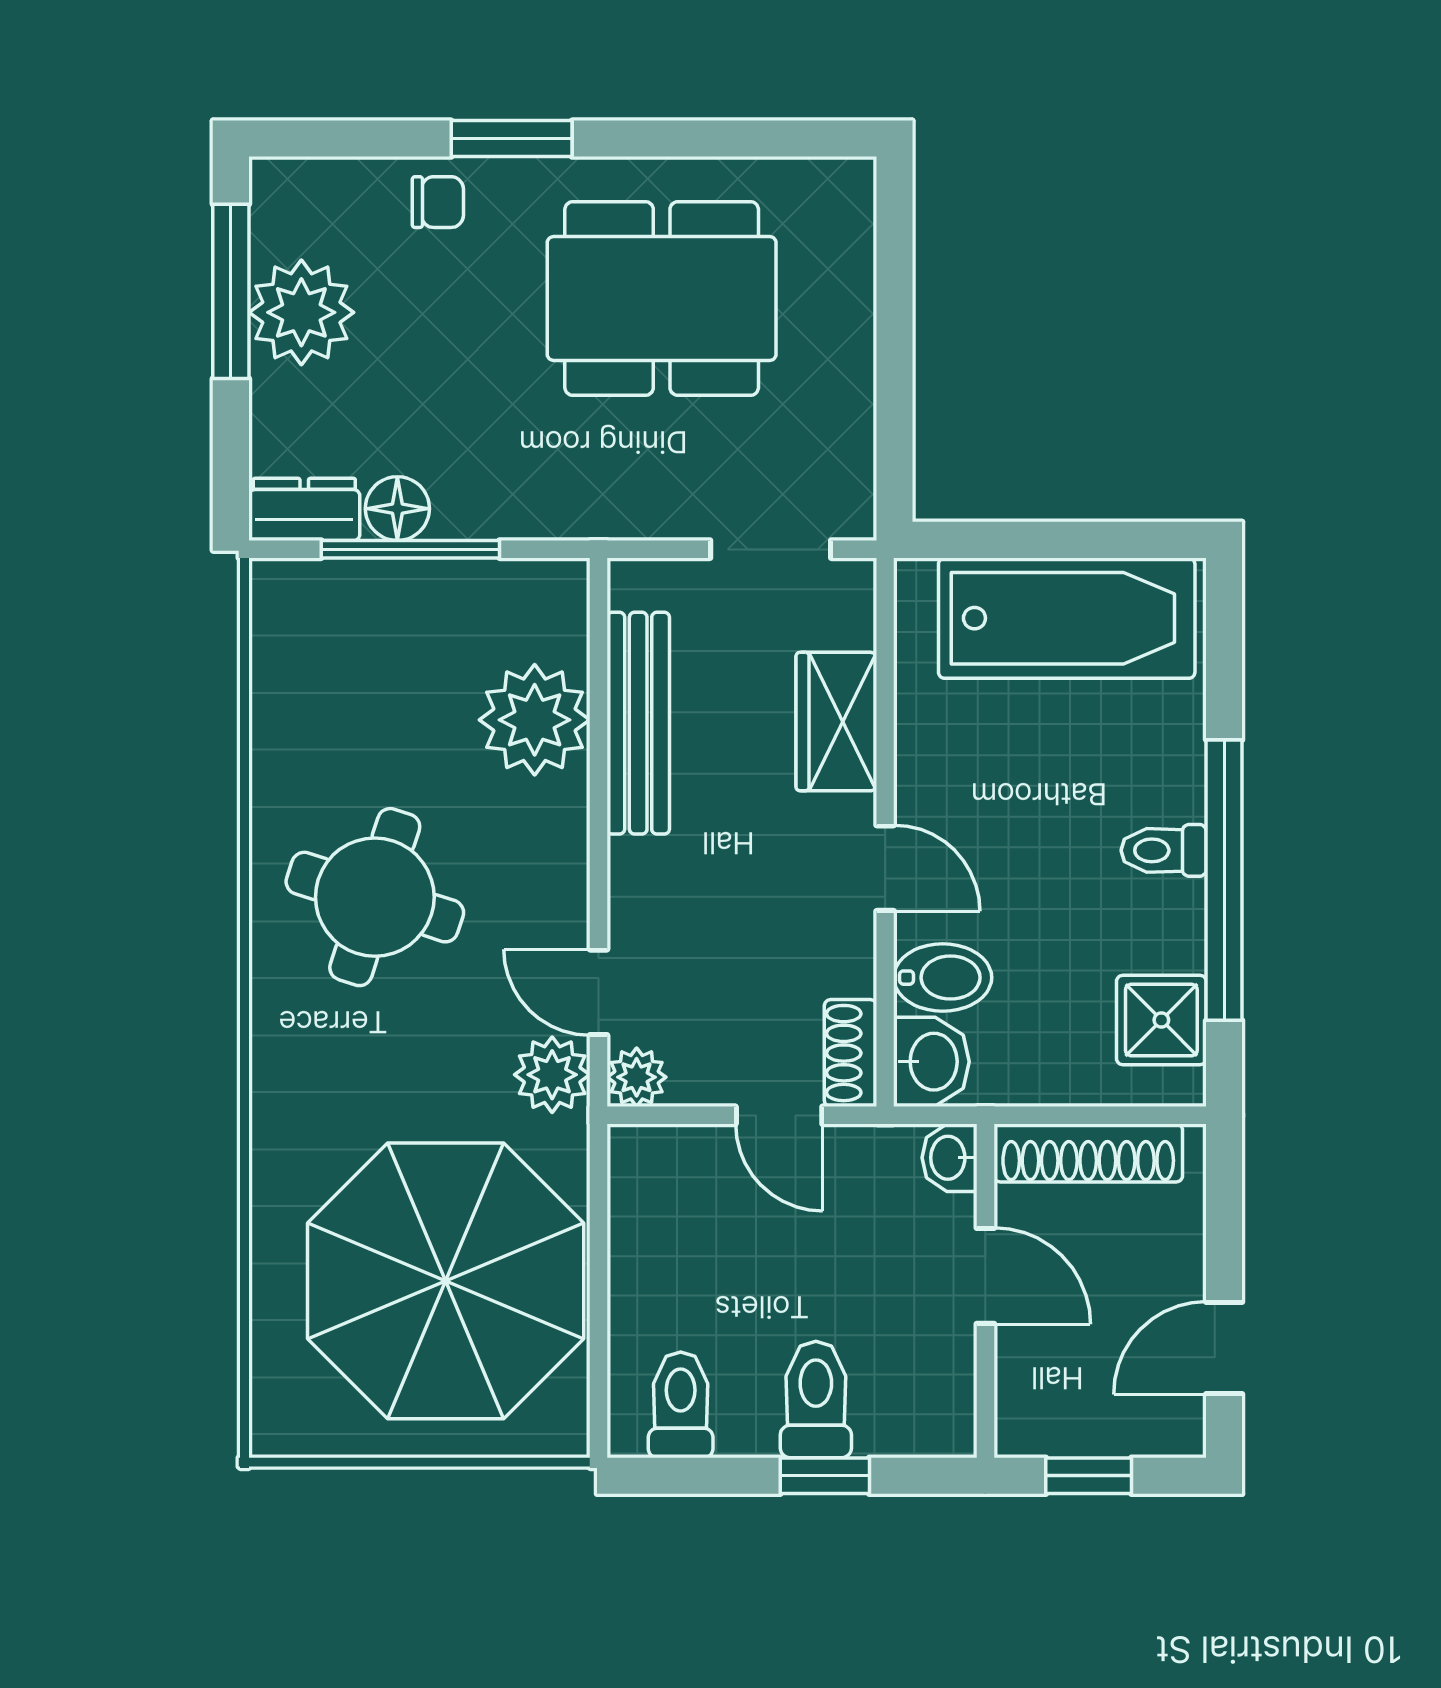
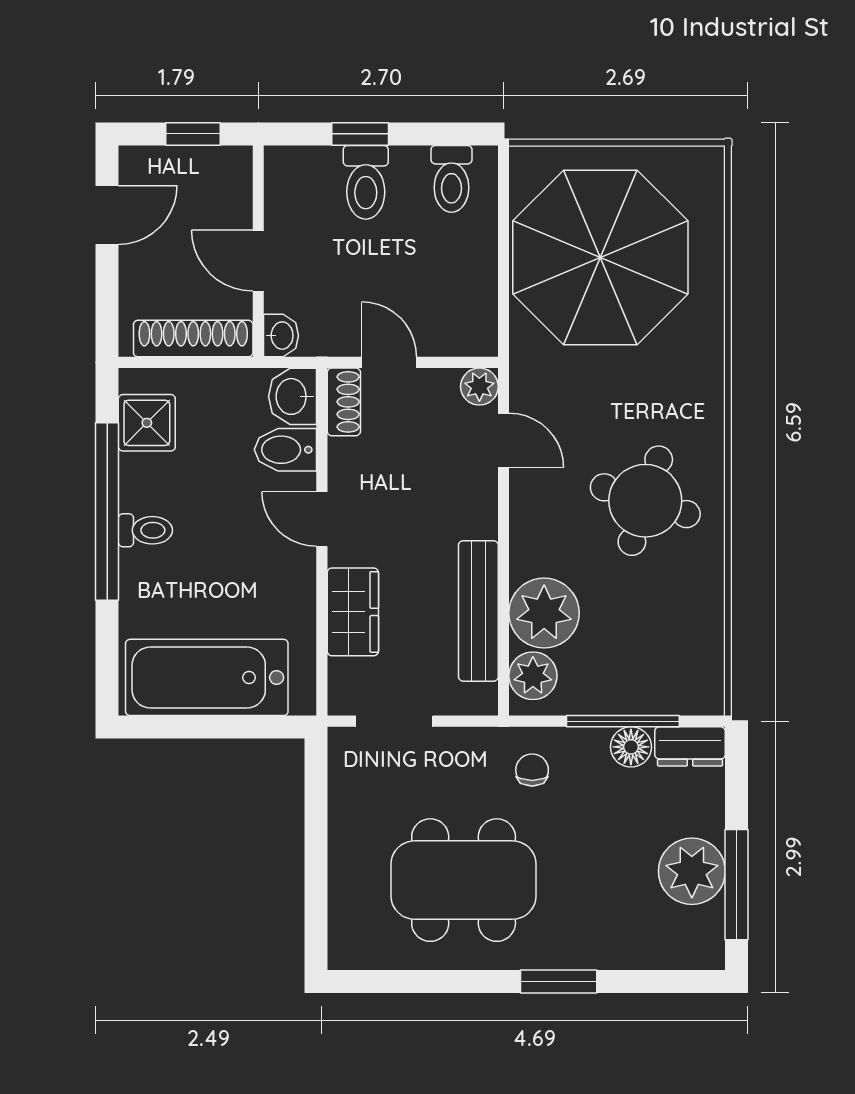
chair: (438, 202) -> (532, 770), moved, turned 90
plant: (552, 1075) -> (533, 676), moved

